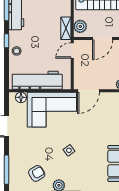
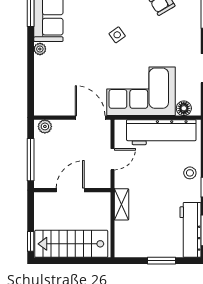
plant: (80, 26) -> (102, 207), removed
door: (72, 50) -> (112, 159), moved
door: (88, 91) -> (90, 118), hinge flipped

